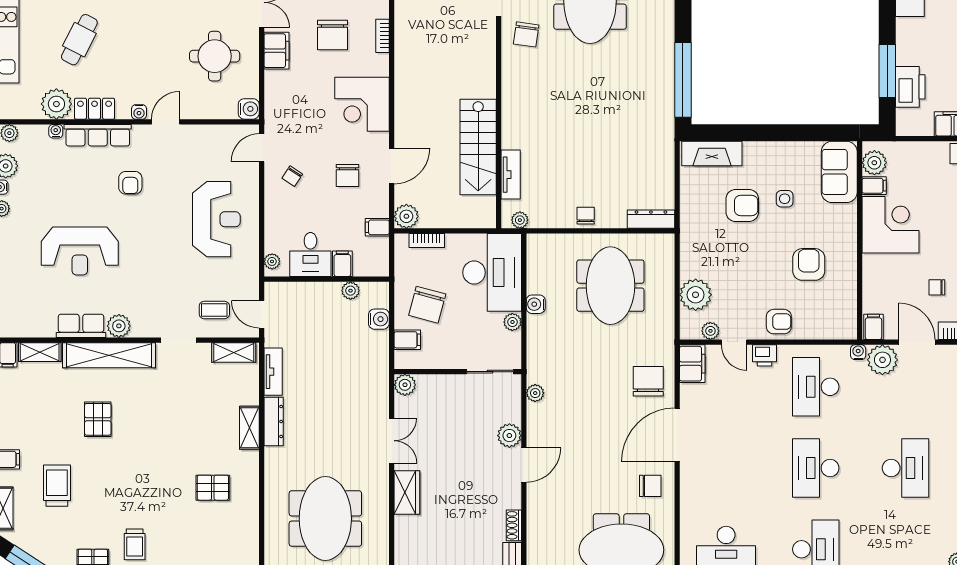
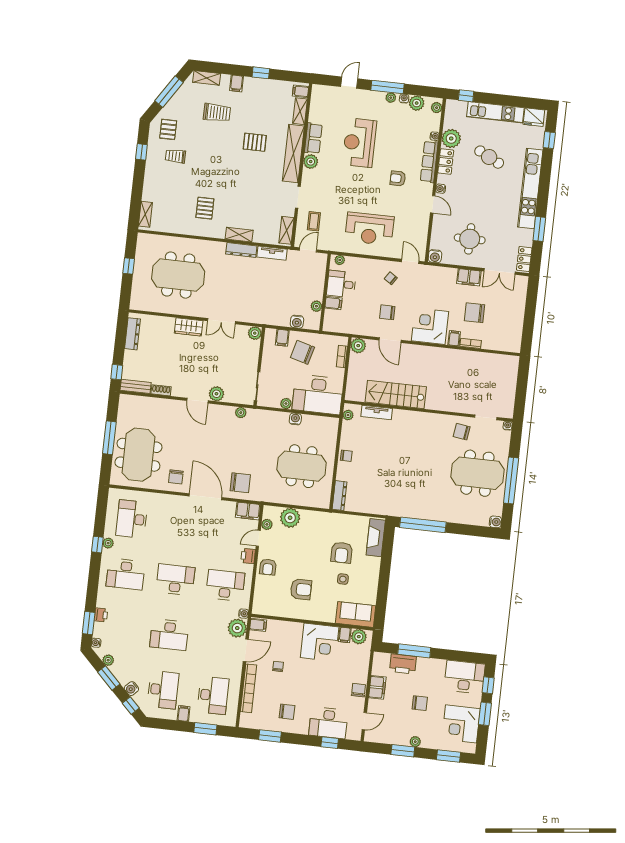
filing cabinet: (377, 227) -> (454, 338), moved

